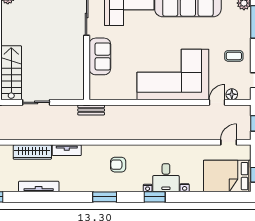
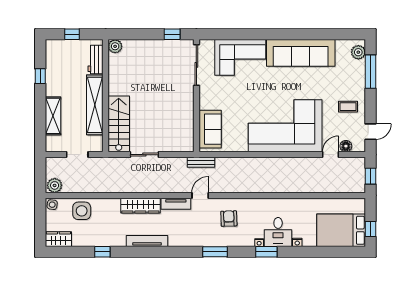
sofa: (100, 56) -> (210, 129), moved
door: (229, 142) -> (200, 195), moved
armchair: (118, 165) -> (229, 219), turned 88

